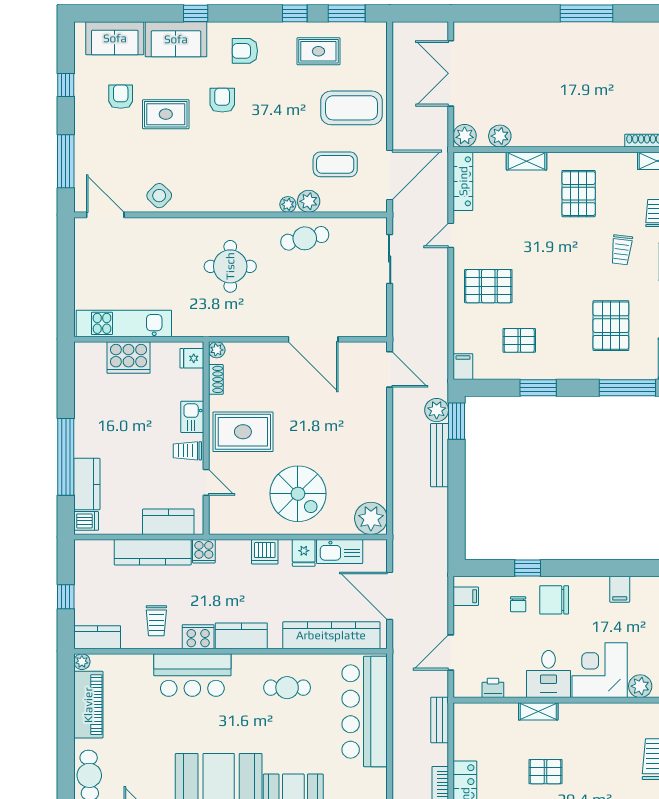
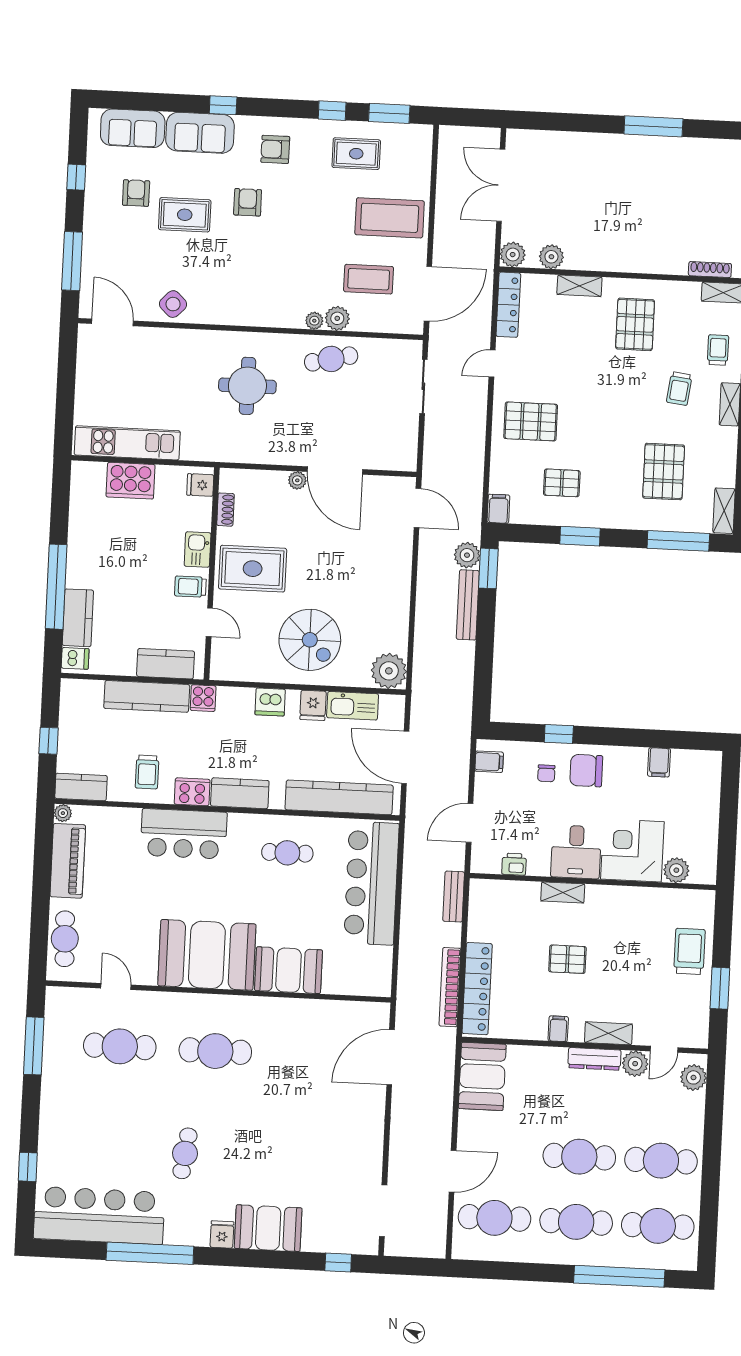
plant: (217, 350) -> (297, 480), moved

